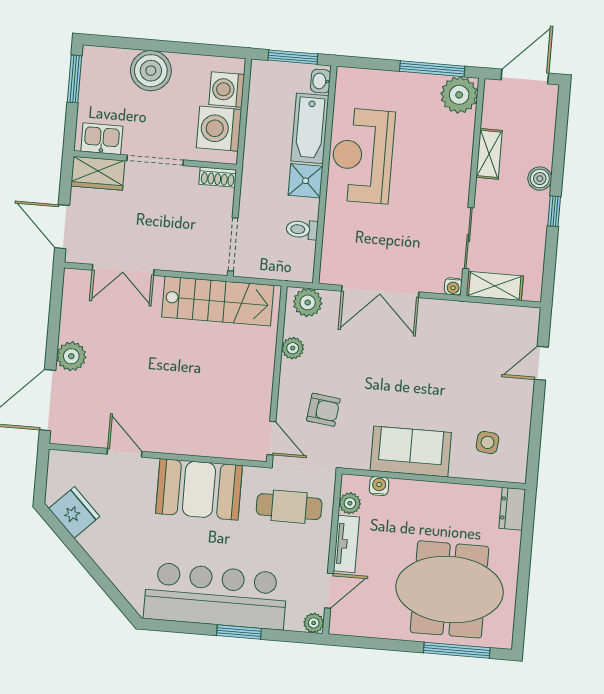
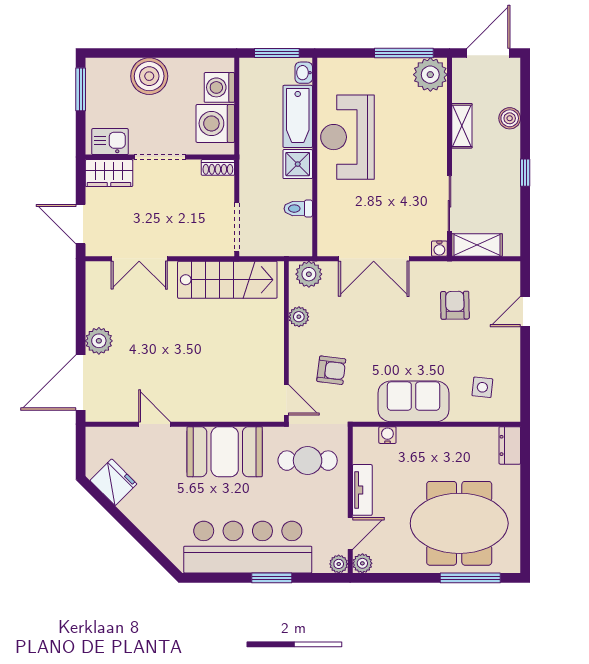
boiler: (540, 179) -> (510, 118), moved
armchair: (465, 350) -> (455, 305), added
plant: (350, 503) -> (362, 563), moved

